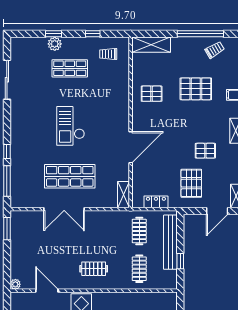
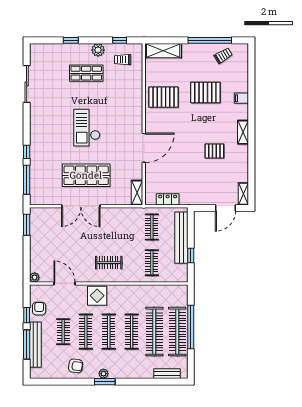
window: (93, 34) -> (120, 40), moved
plant: (55, 44) -> (98, 50), moved
pallet: (152, 94) -> (164, 97), width x1.50, depth x1.42
pallet: (191, 183) -> (201, 182), removed

